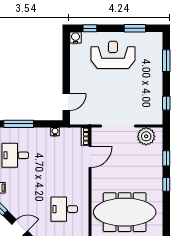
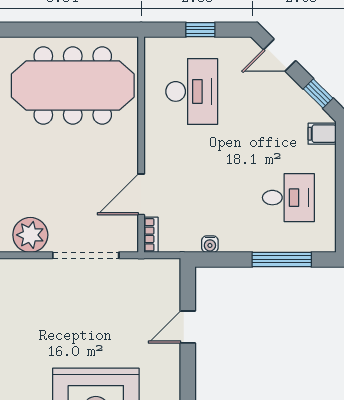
door: (66, 102) -> (188, 327), moved
desk: (64, 209) -> (192, 91), width x1.37

